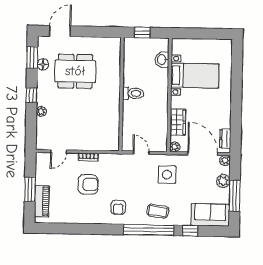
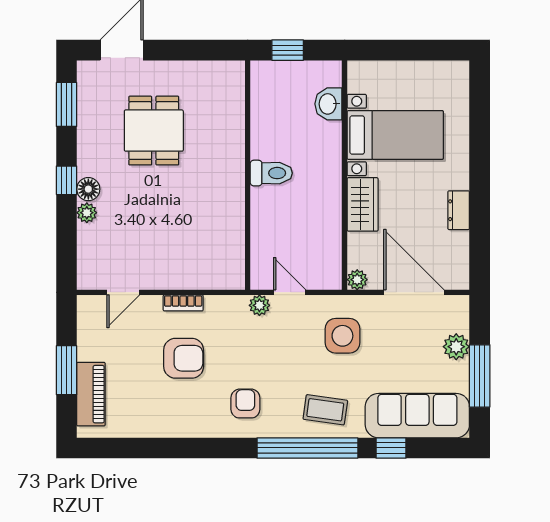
floor lamp: (43, 64) -> (88, 189), moved
dining table: (75, 71) -> (154, 131), width x0.73
wardrobe: (178, 122) -> (363, 204), moved
dresser: (225, 139) -> (459, 210), moved
plant: (225, 161) -> (259, 305), moved
armchair: (118, 207) -> (245, 404), turned 180
sofa: (210, 215) -> (417, 416), width x1.36

